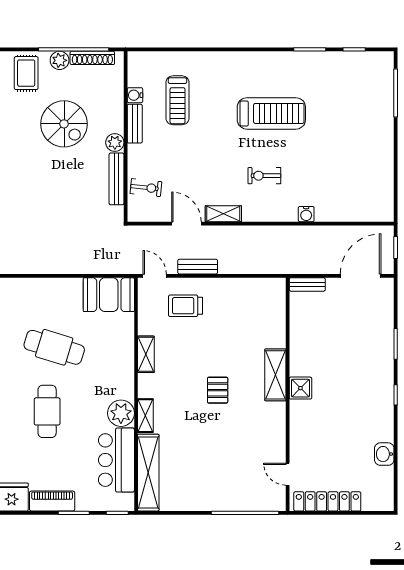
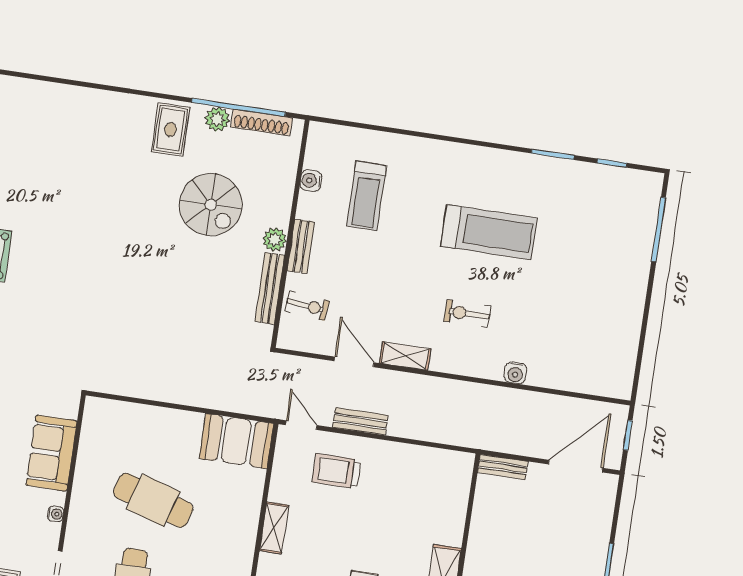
bench: (135, 124) -> (301, 246), moved

